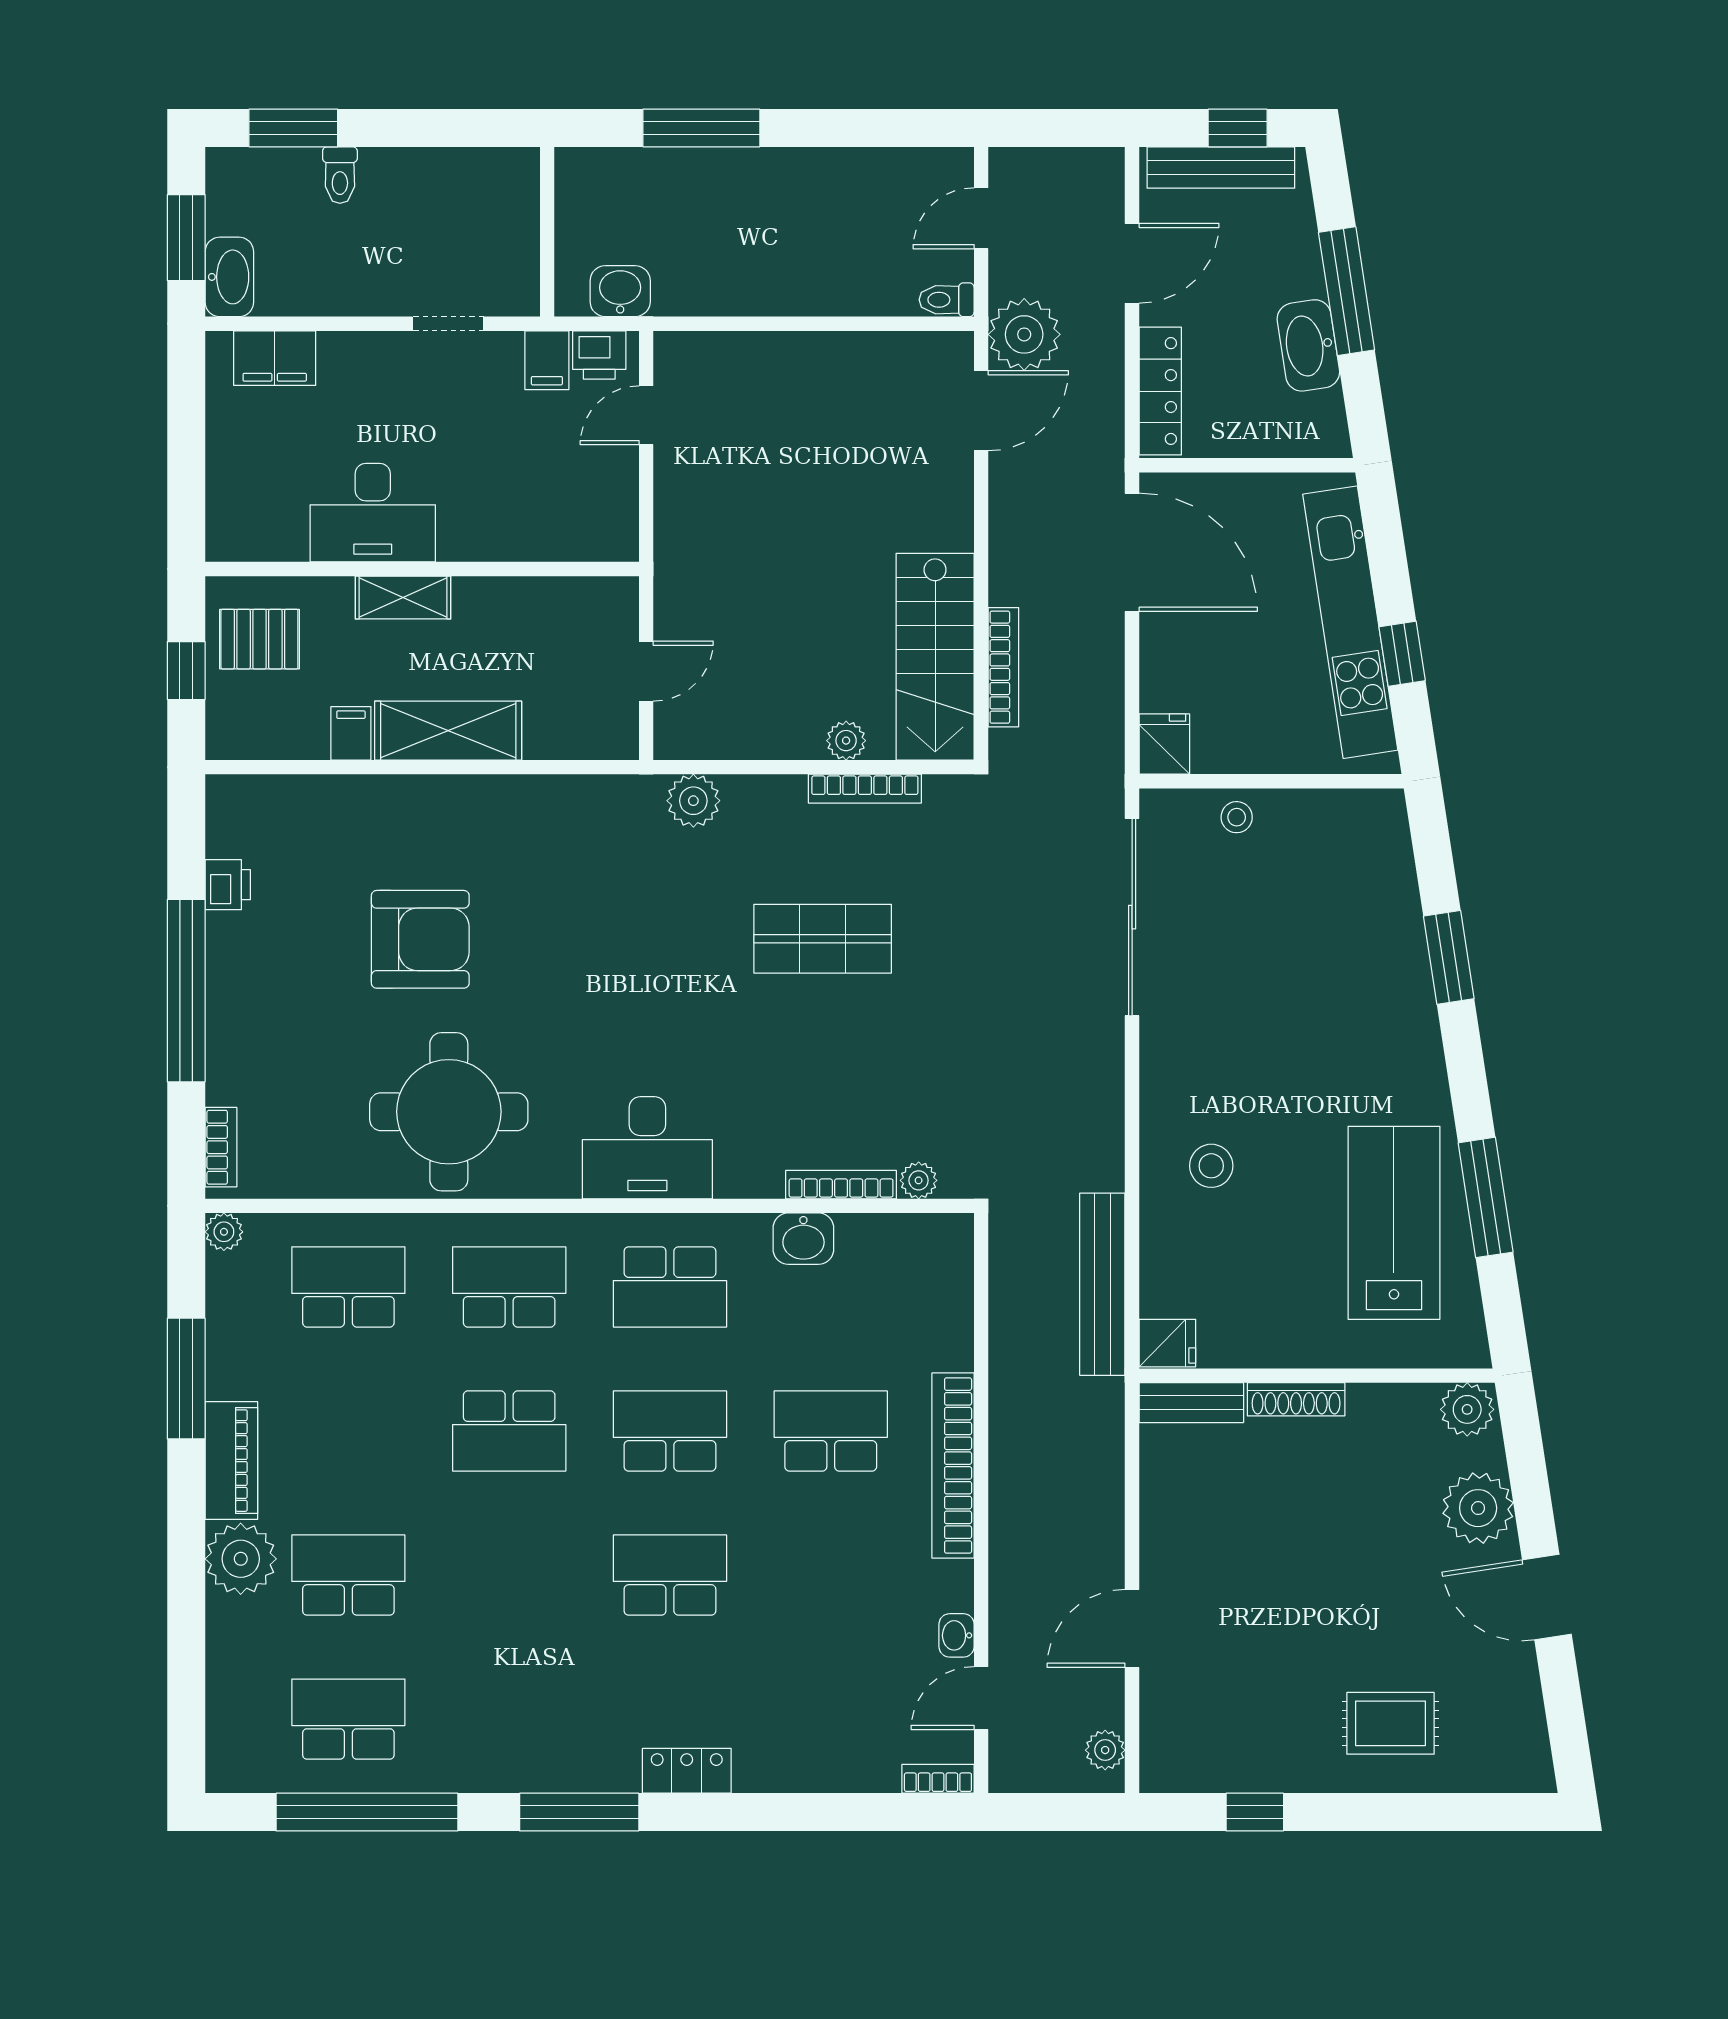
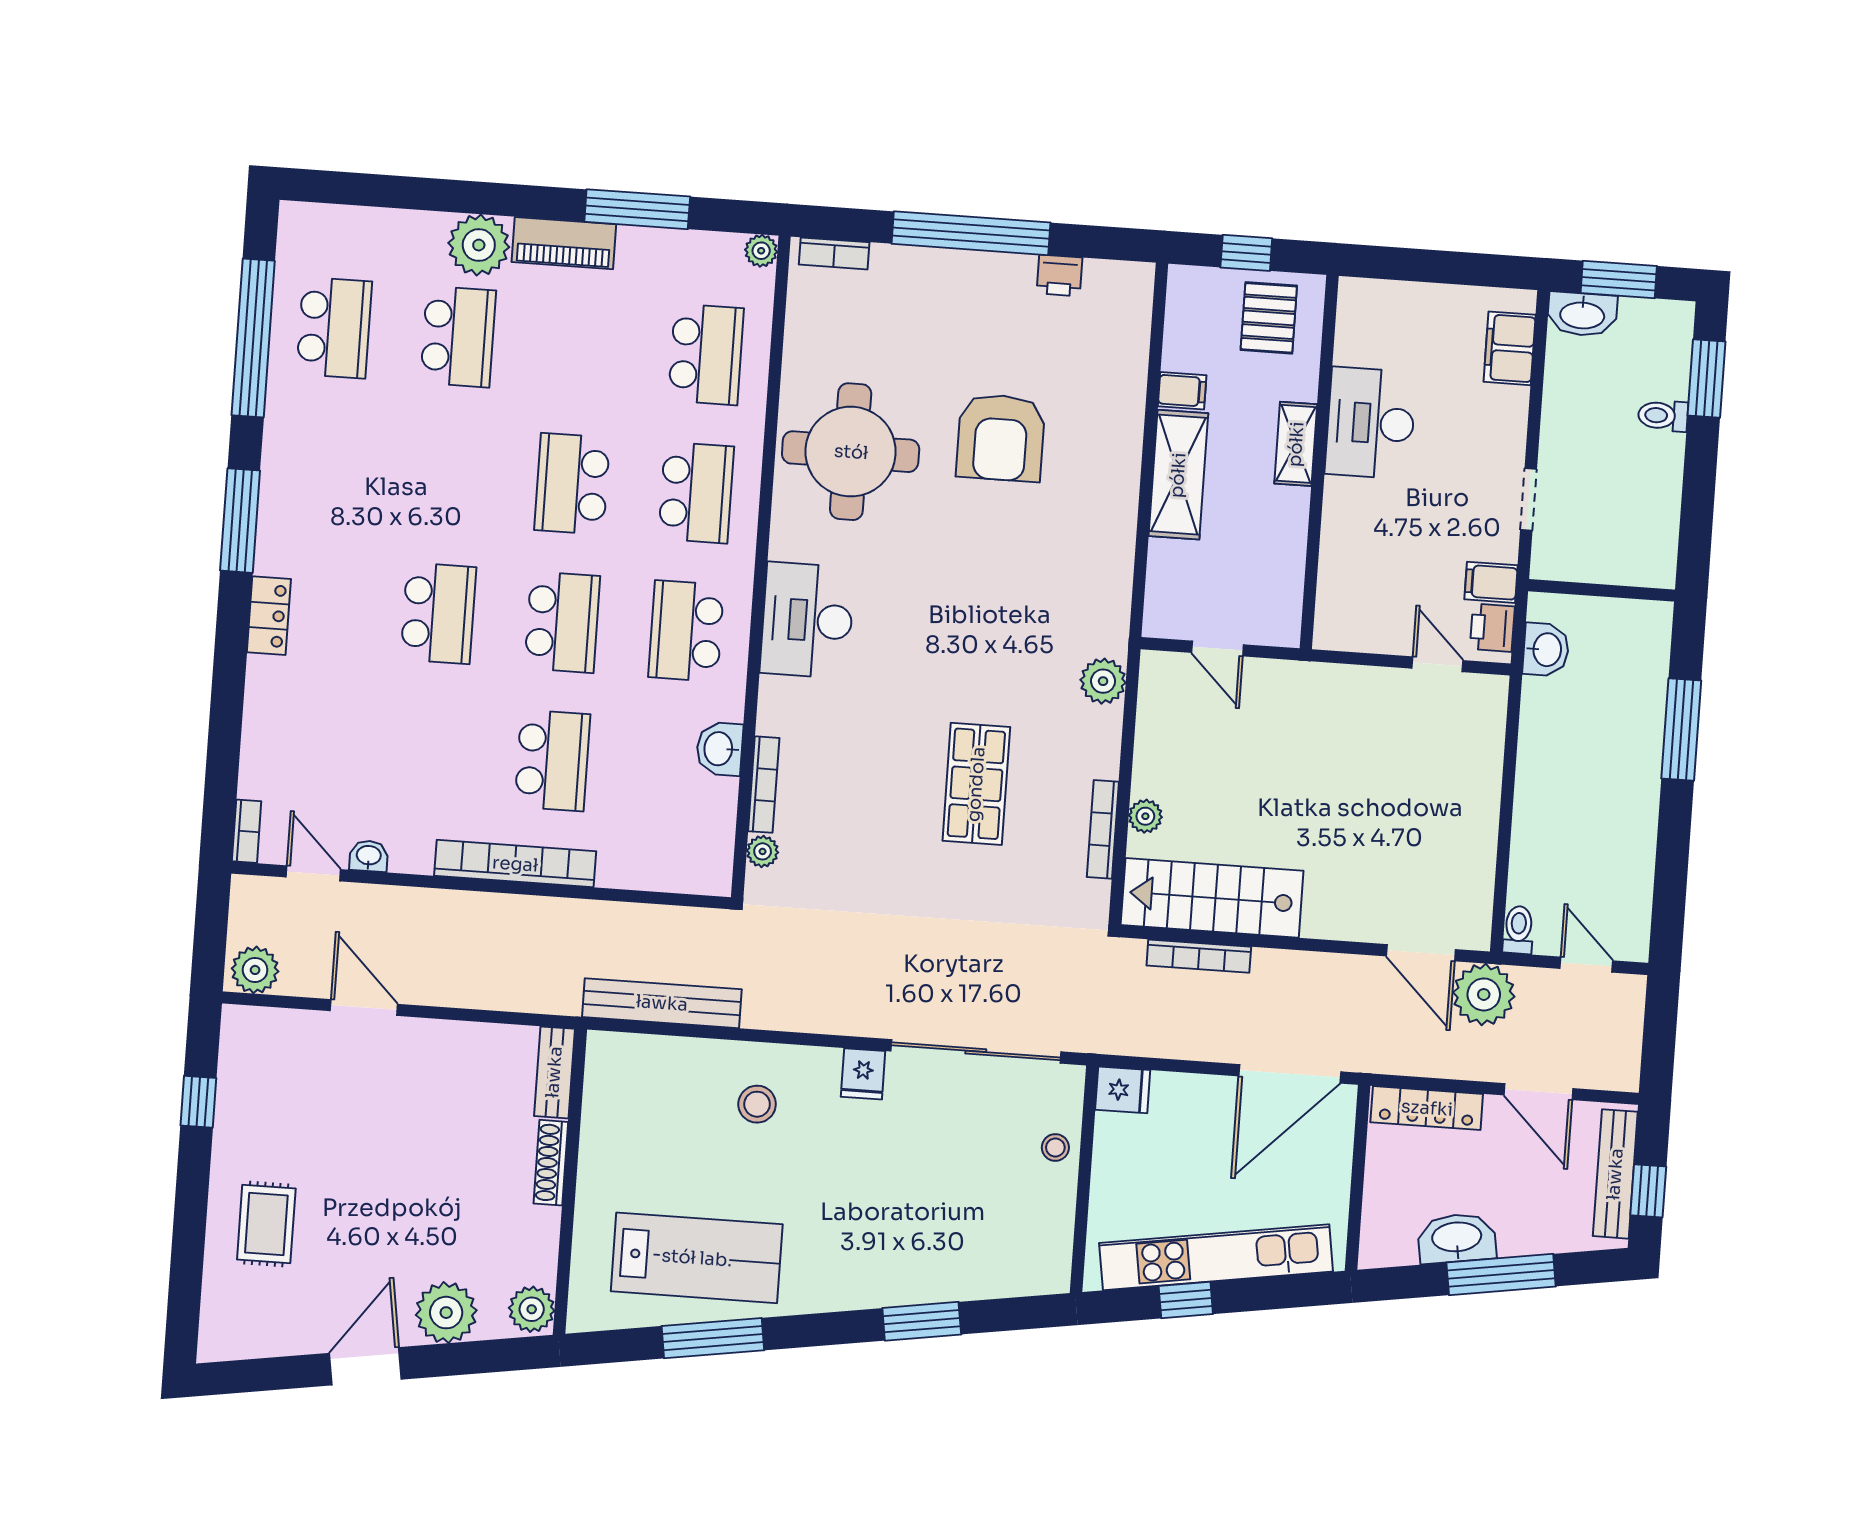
fridge: (1167, 1343) -> (863, 1074), moved
plant: (1105, 1750) -> (255, 970), width x1.38, depth x1.38

